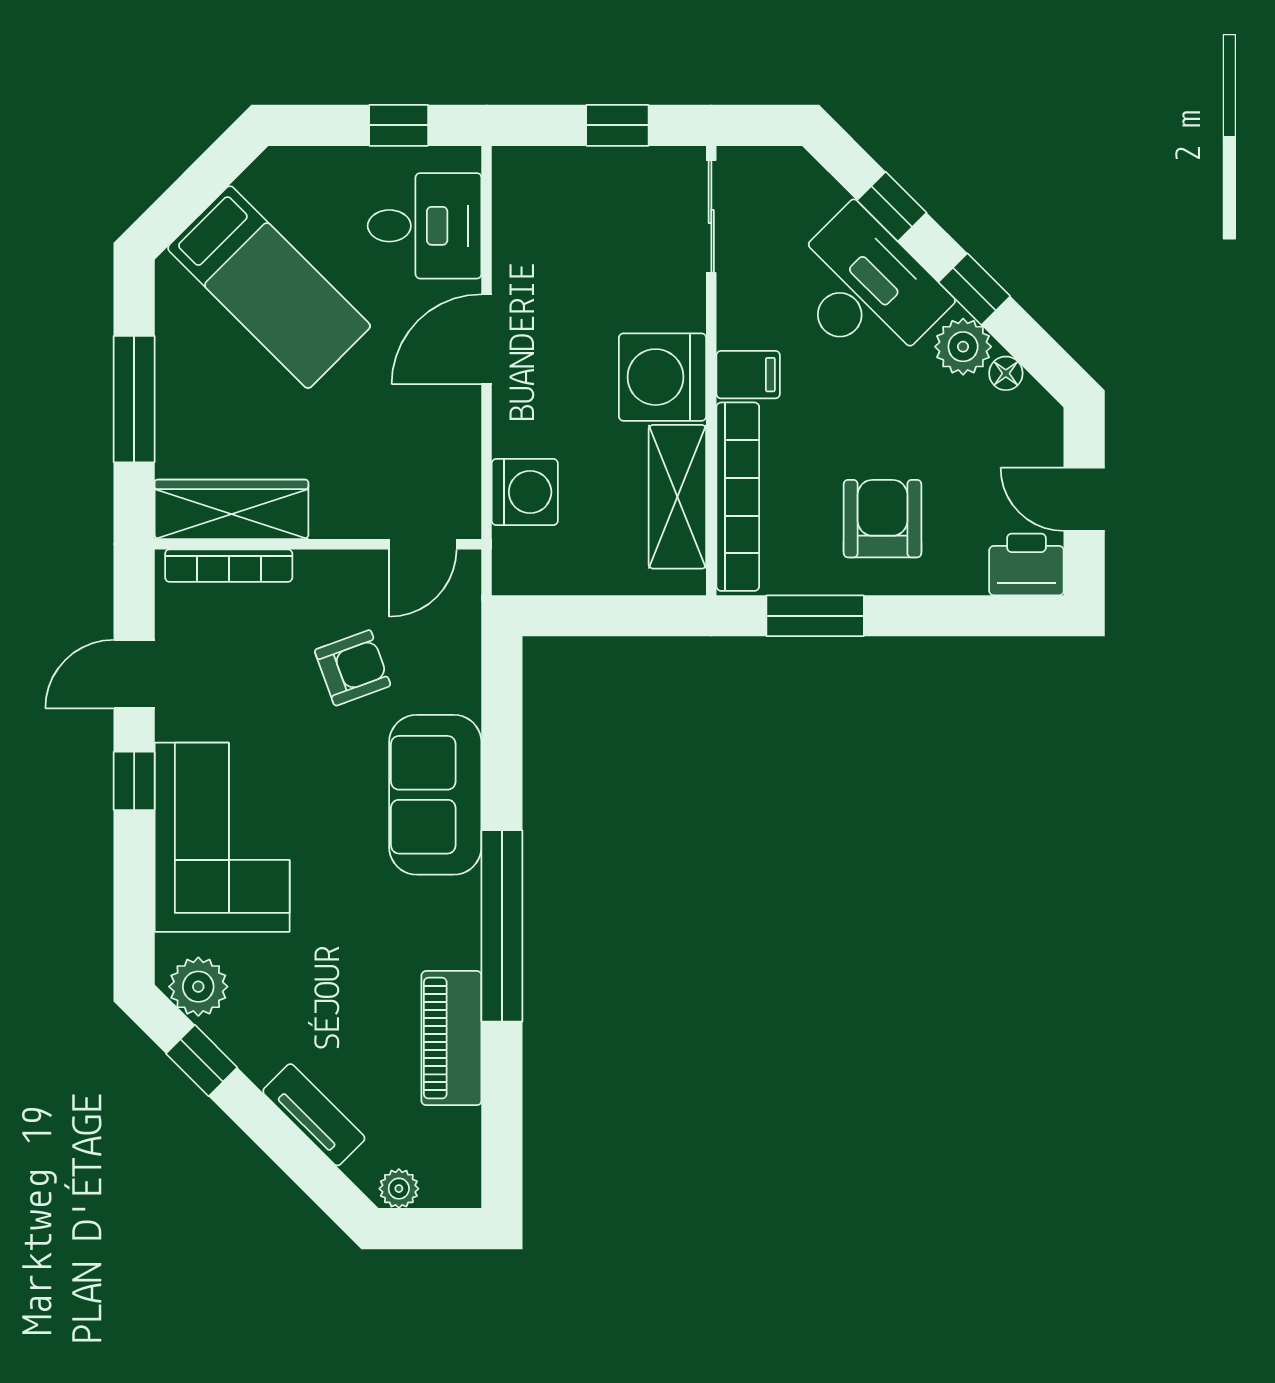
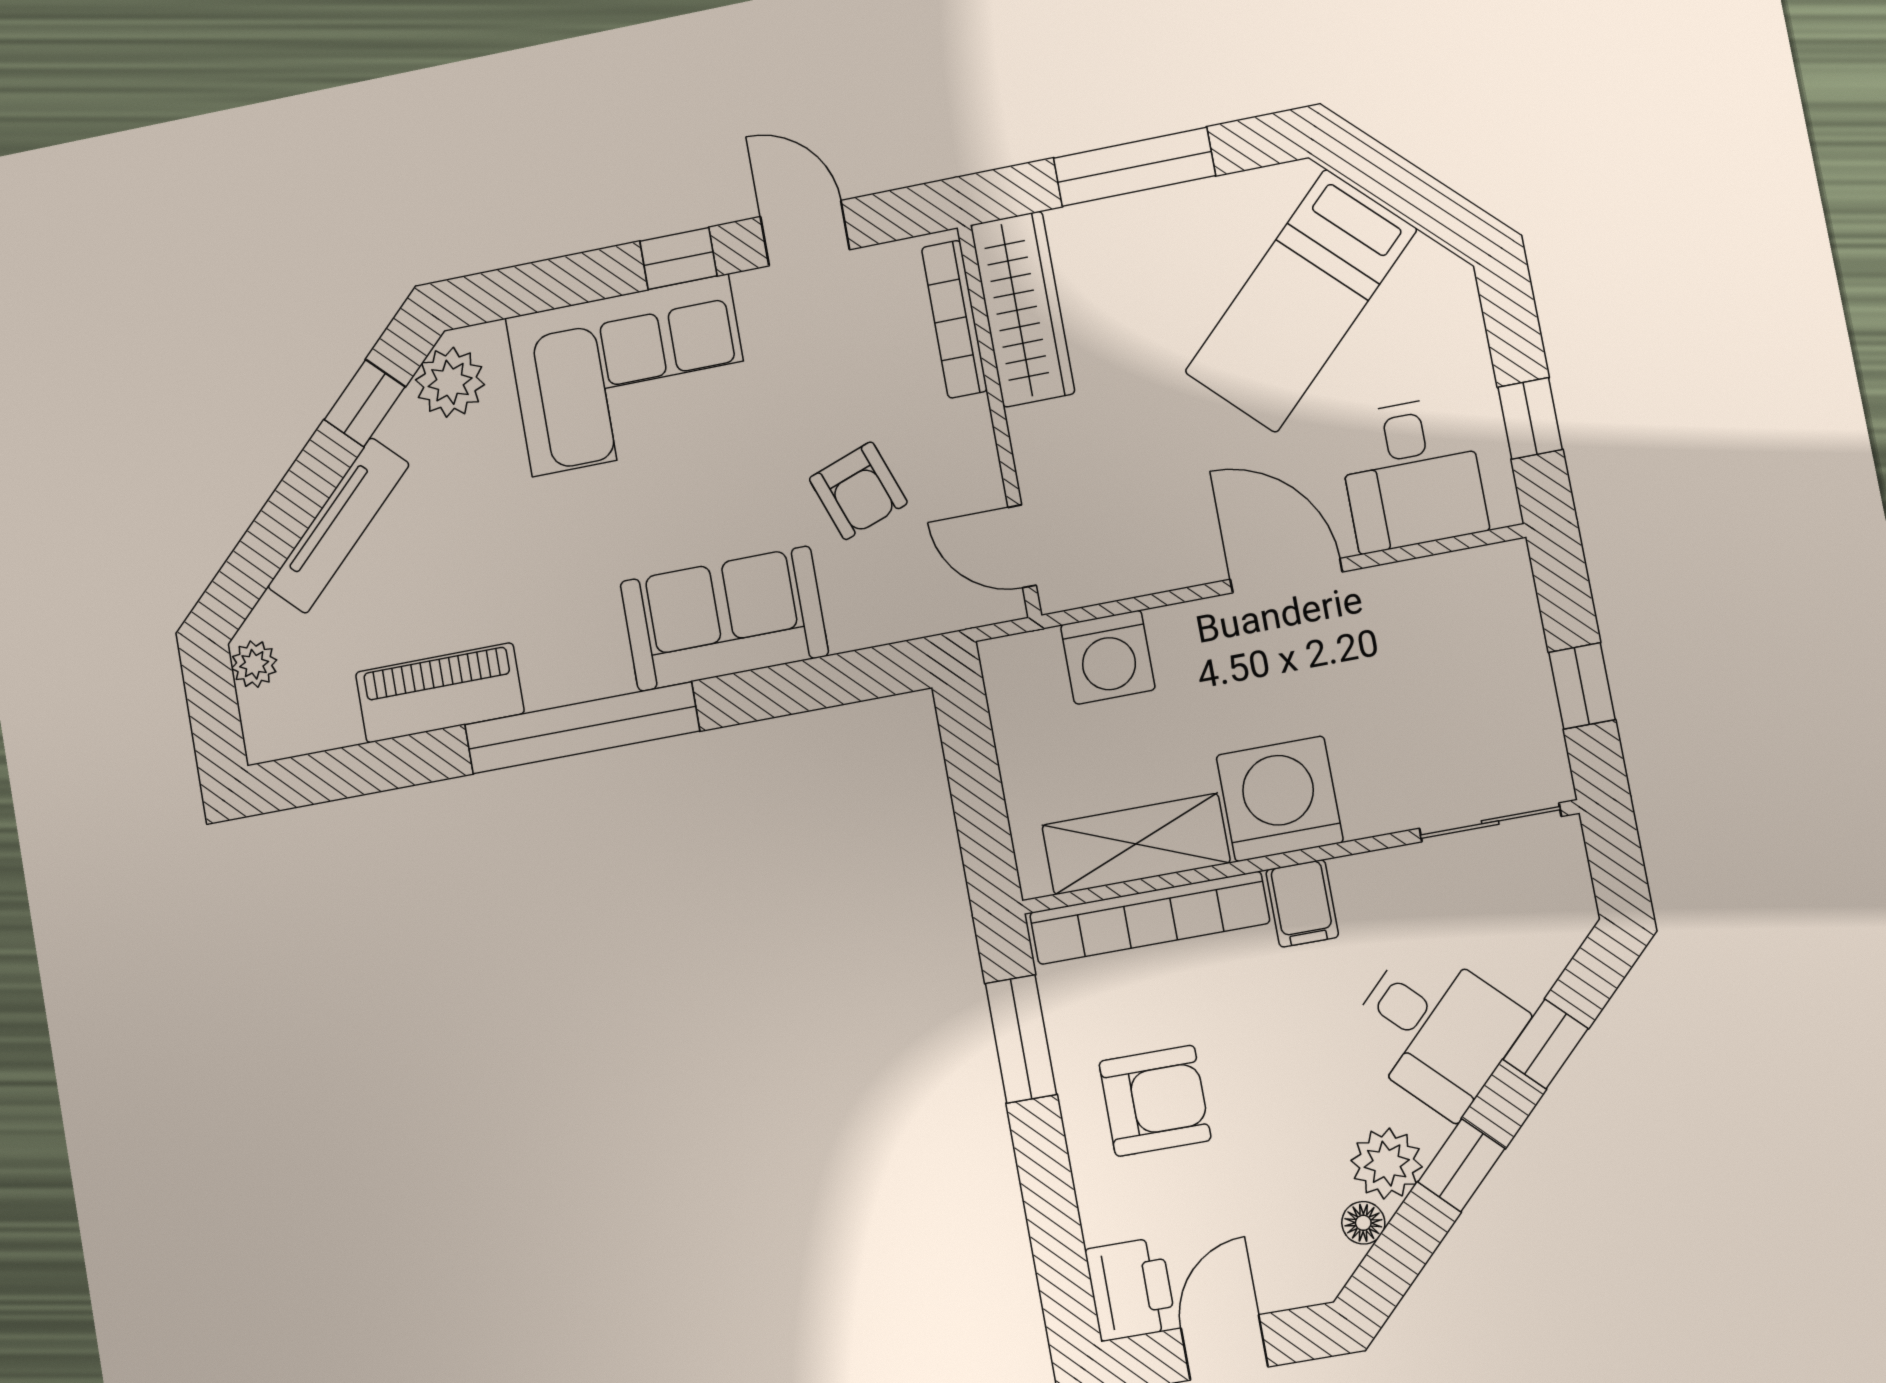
desk: (865, 290) -> (1435, 1029), width x0.73
tv unit: (314, 1115) -> (338, 526), width x1.41

